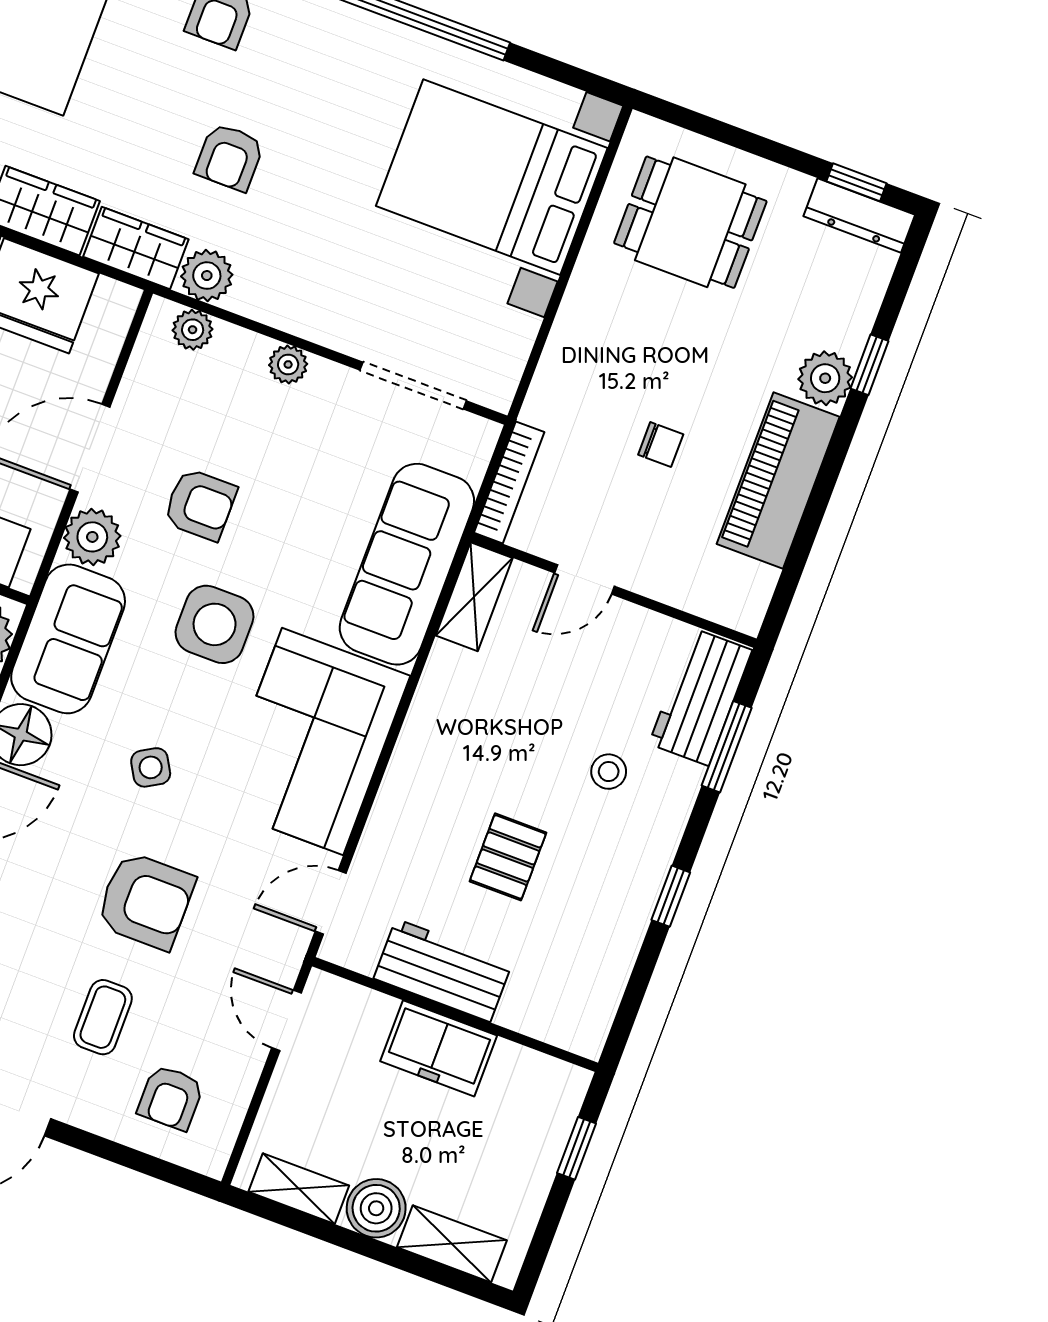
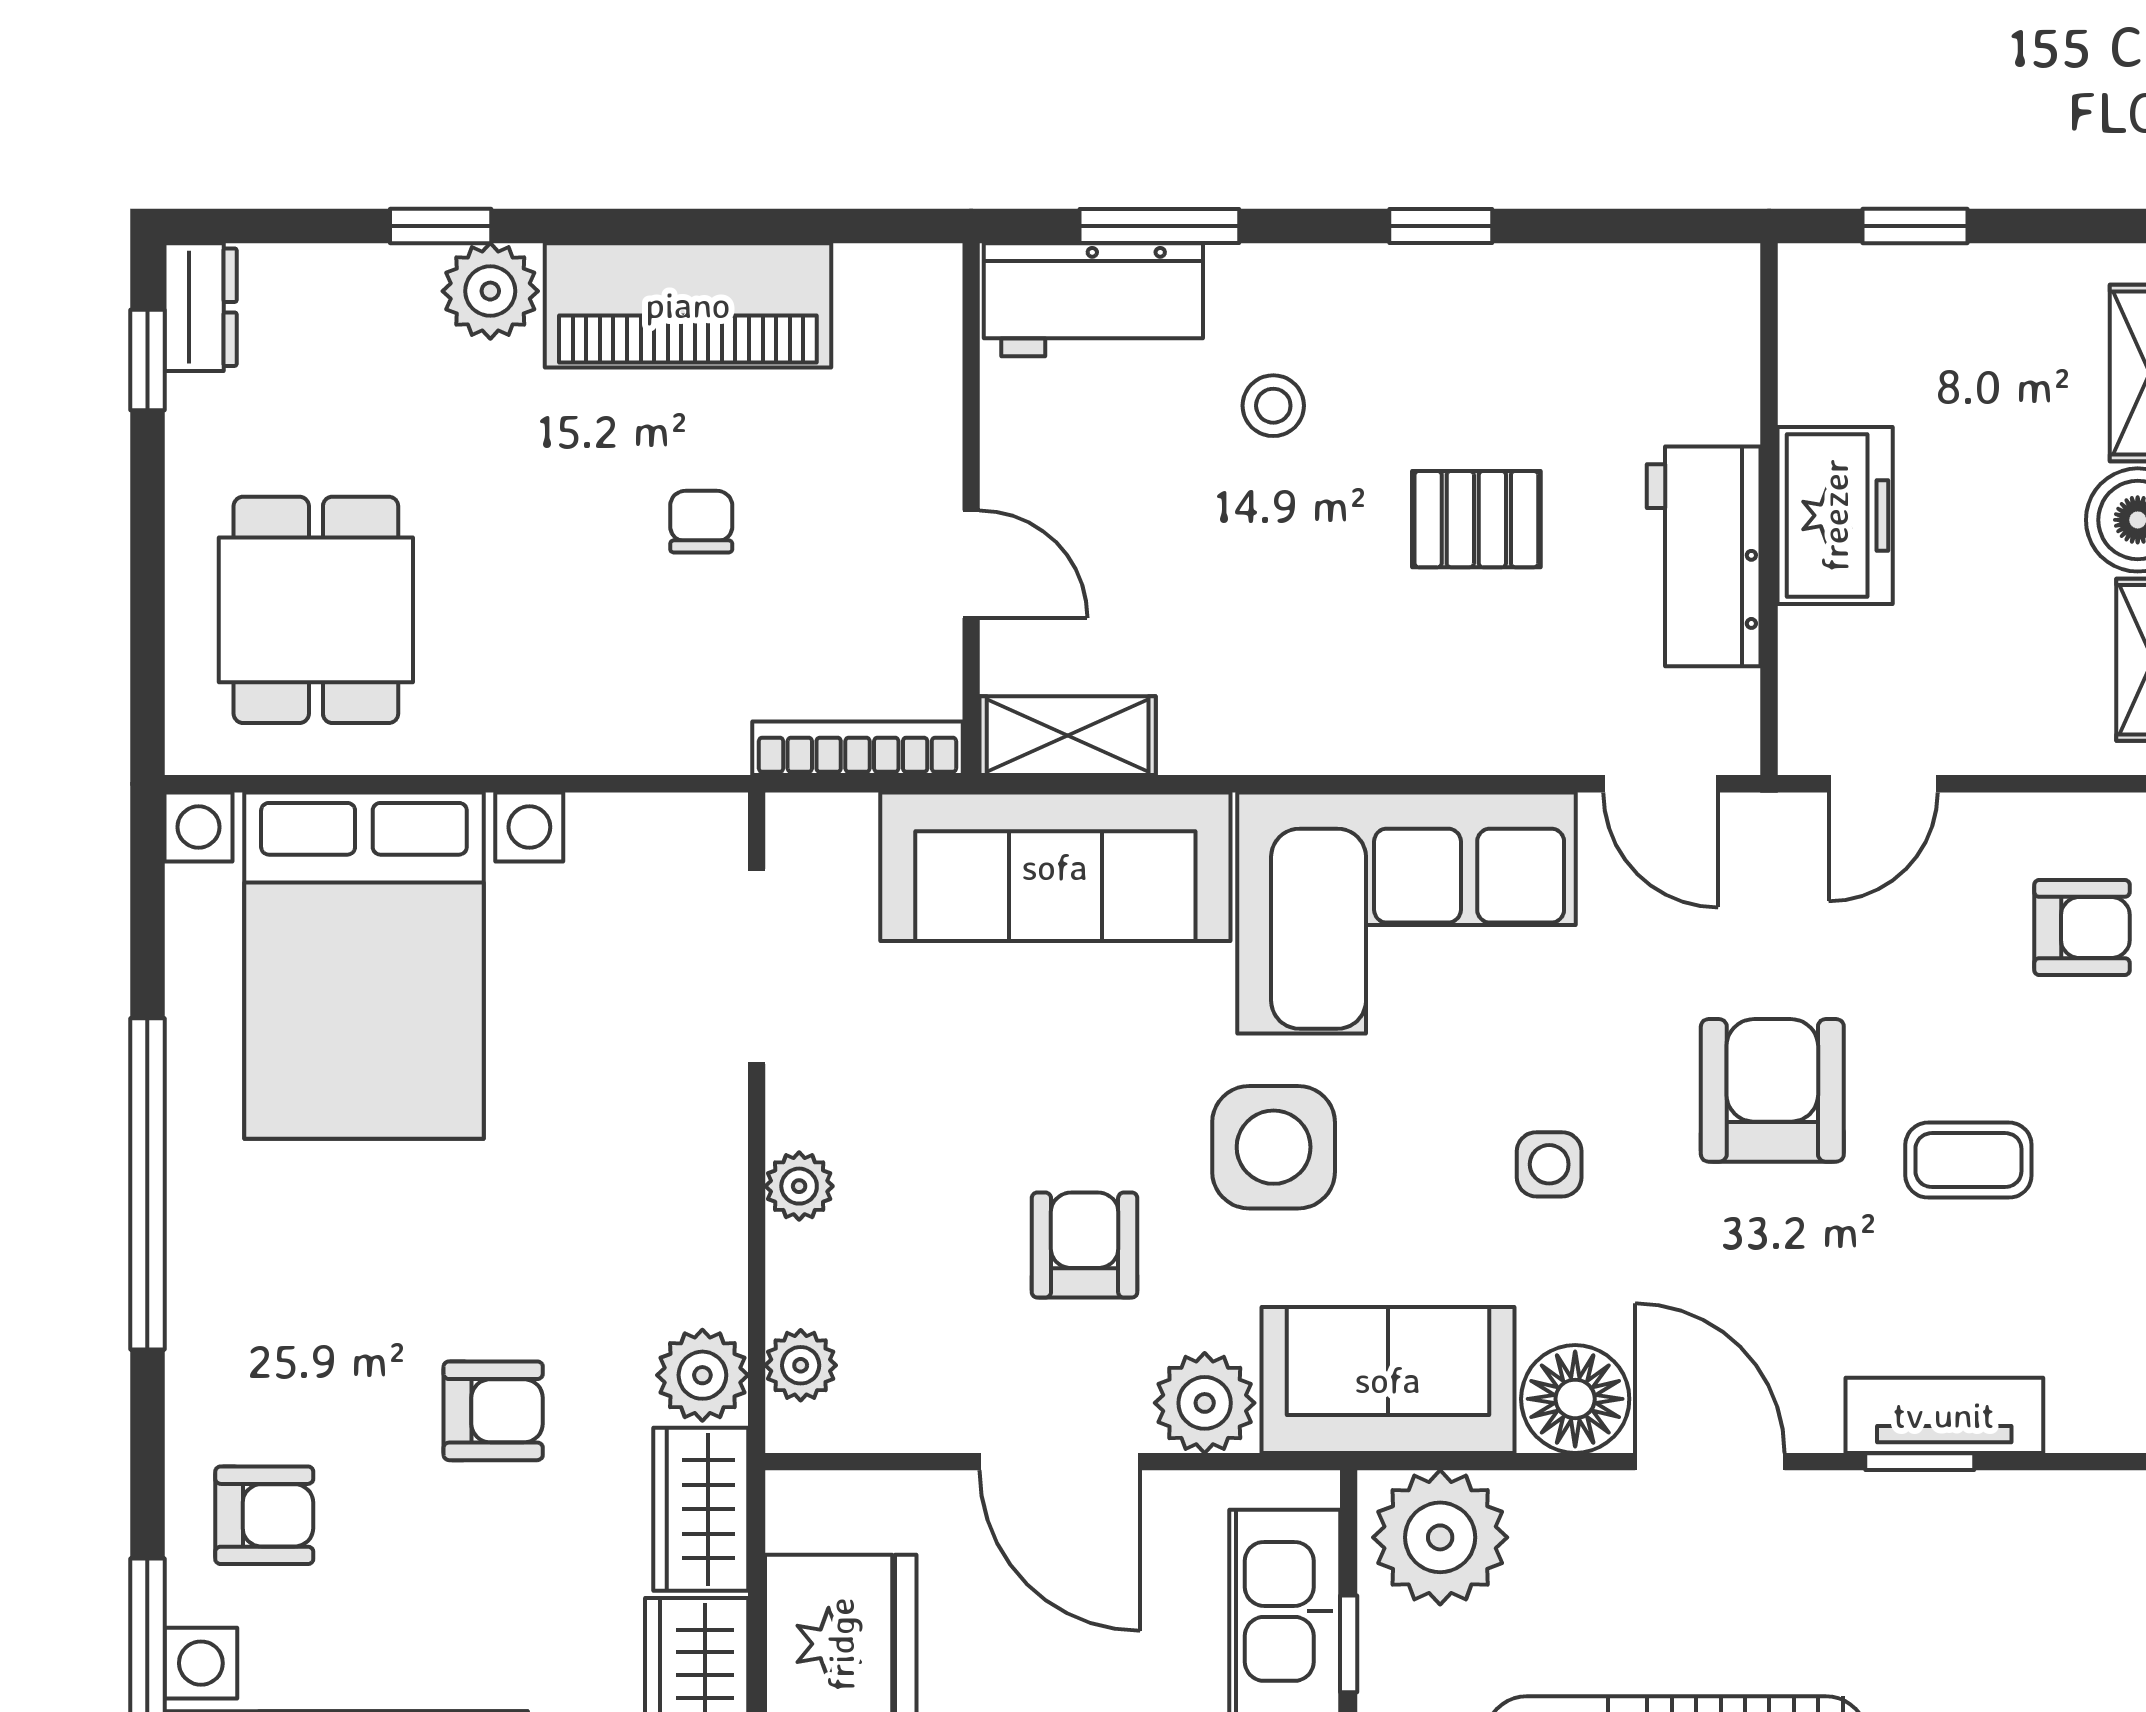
dresser: (859, 215) -> (201, 307), width x0.70
side table: (151, 767) -> (1549, 1164), turned 30
coffee table: (103, 1017) -> (1968, 1160), moved

